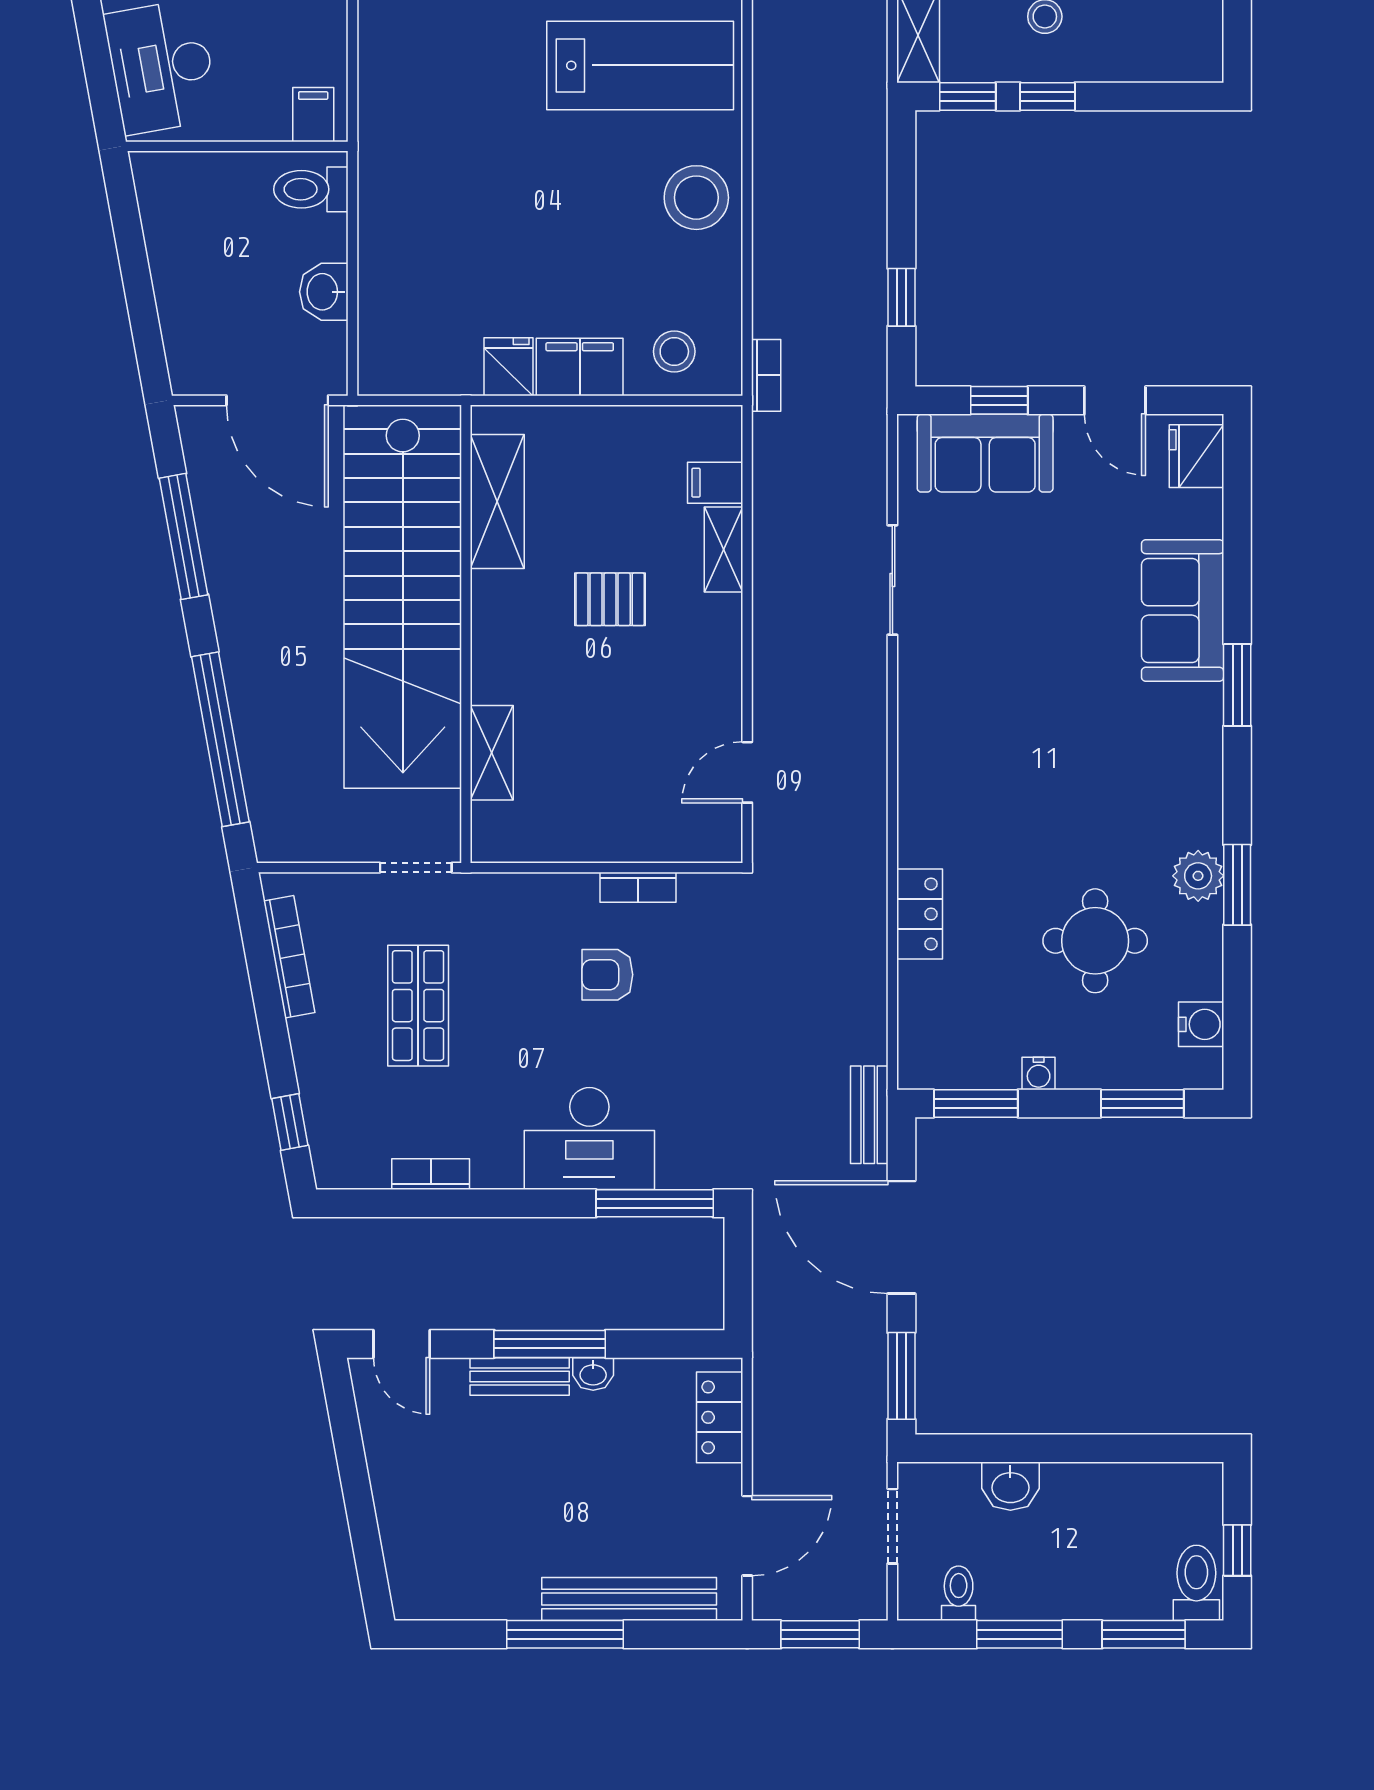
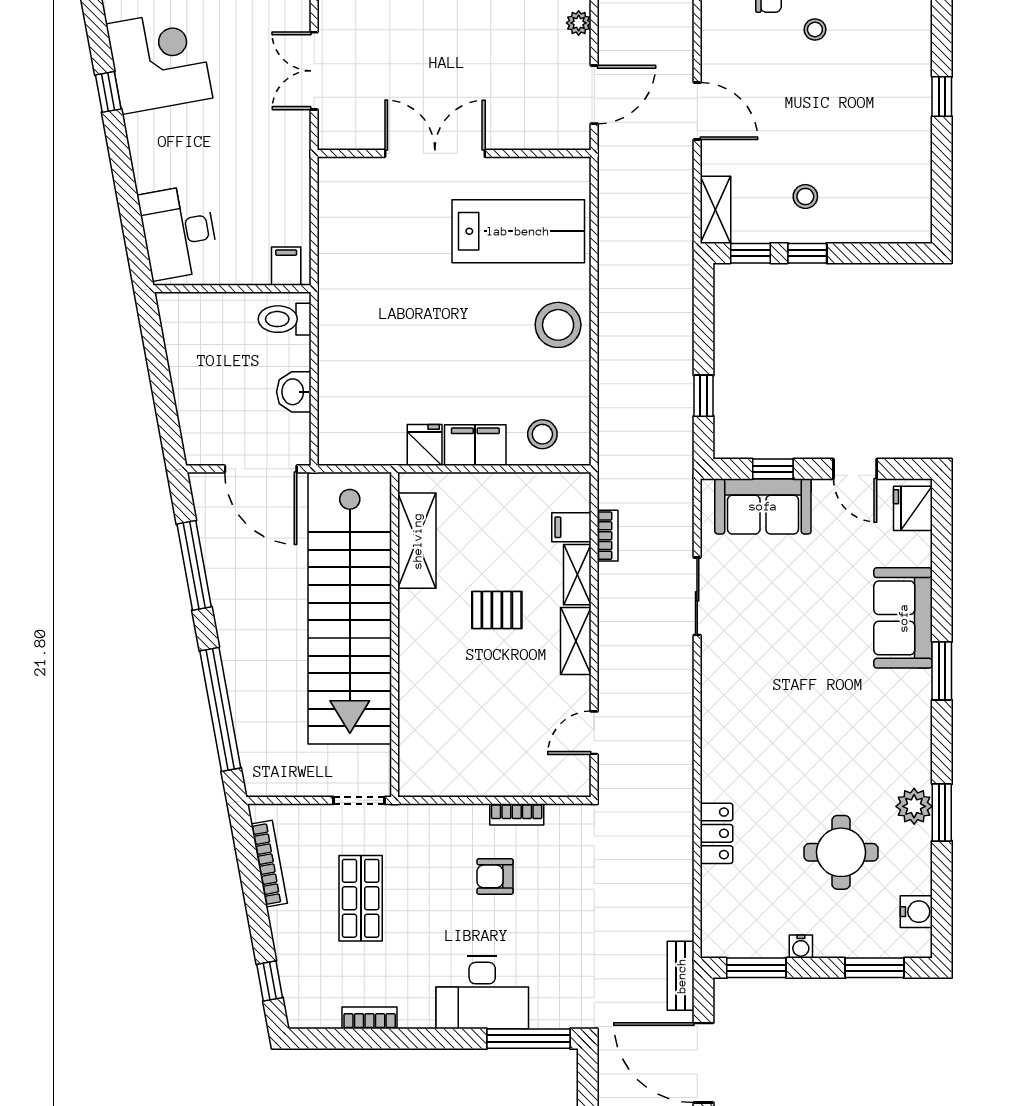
bookcase: (766, 375) -> (608, 536), moved
shelving: (492, 753) -> (576, 641), moved

